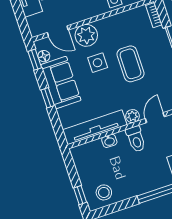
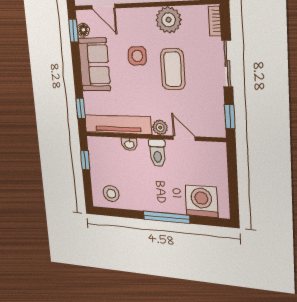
plant: (86, 35) -> (169, 20), moved
window: (48, 98) -> (81, 108), moved
door: (155, 118) -> (184, 138), hinge flipped
window: (80, 195) -> (85, 160), moved

